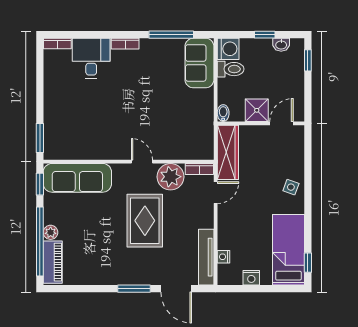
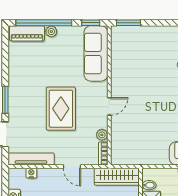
bidet: (223, 113) -> (149, 185), moved
plant: (171, 177) -> (102, 135), width x0.53, depth x0.53
door: (216, 193) -> (72, 167), moved
rug: (145, 221) -> (61, 109), turned 90

